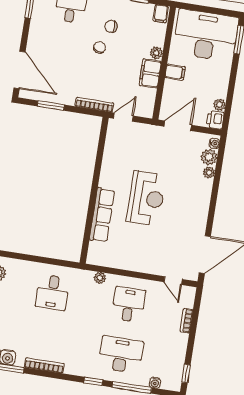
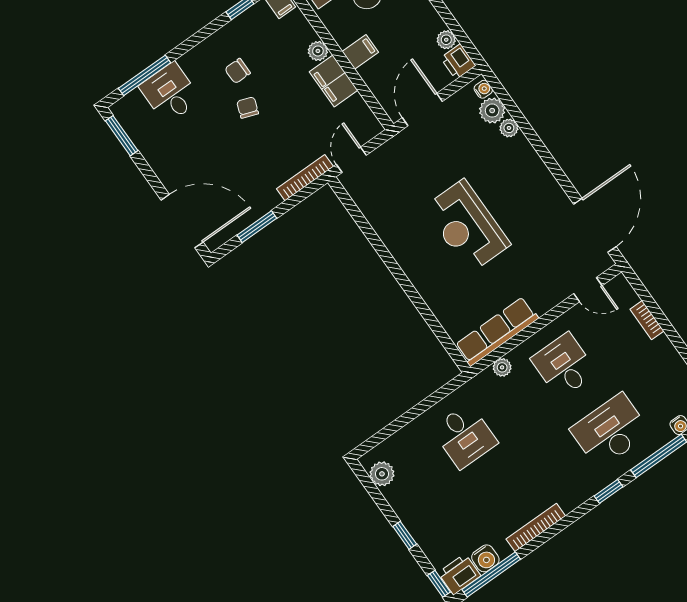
reception desk: (146, 198) -> (467, 226), turned 180
row of seats: (102, 215) -> (497, 332), moved, turned -90

